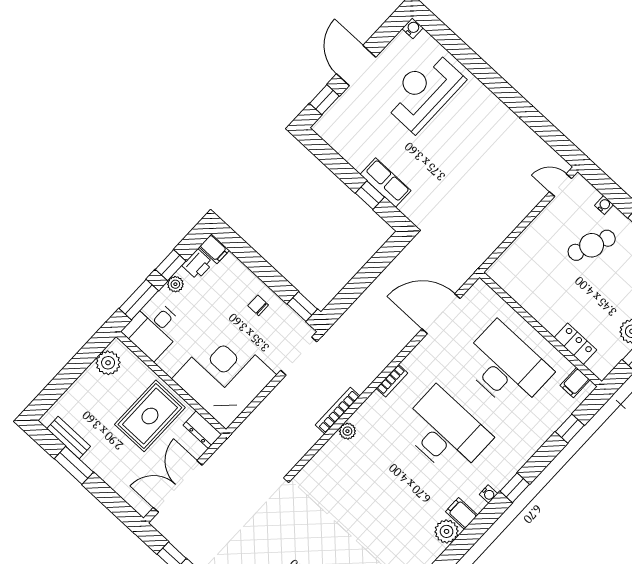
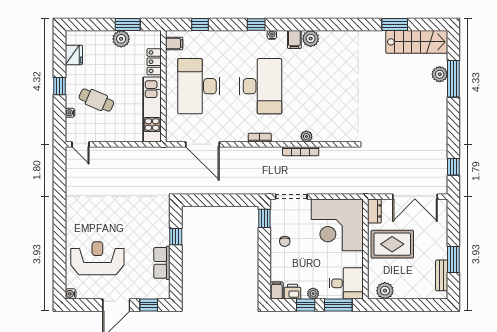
reception desk: (424, 91) -> (97, 258), turned 180
row of seats: (386, 182) -> (162, 263), moved
kitchen unit: (527, 295) -> (152, 109), added
desk: (445, 432) -> (261, 86), turned 180

